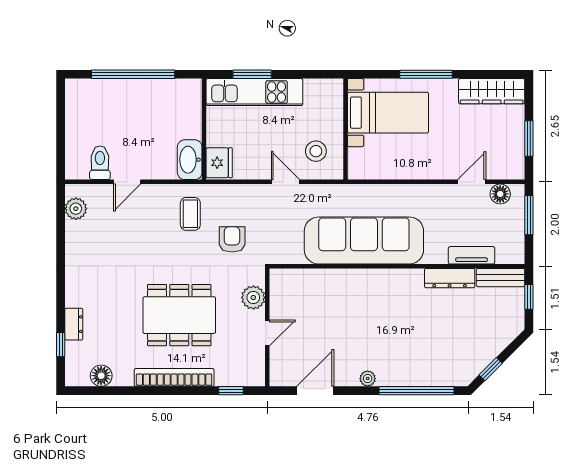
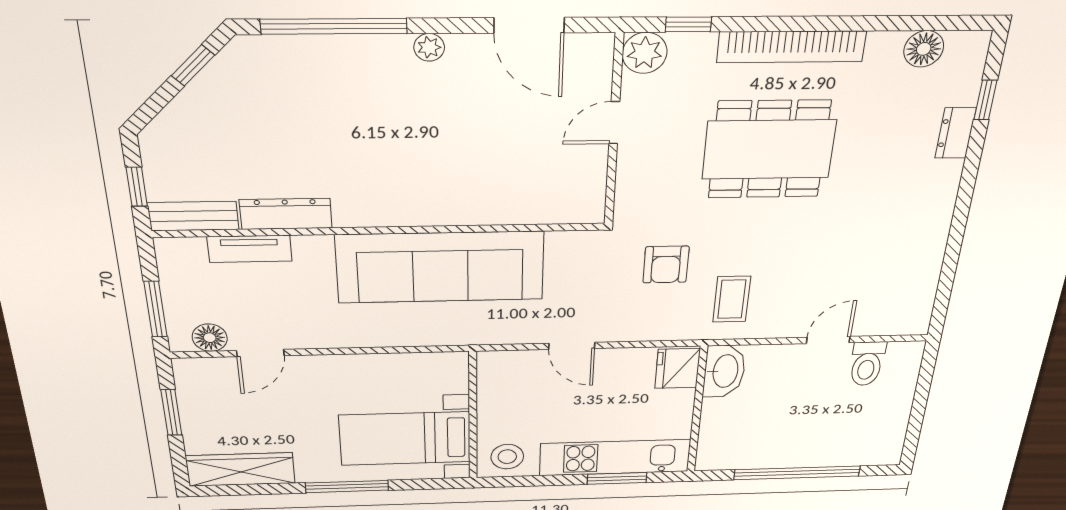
stool: (316, 151) -> (507, 457), moved
plant: (76, 209) -> (917, 302), removed
plant: (253, 298) -> (645, 53), moved
door: (315, 391) -> (529, 25), hinge flipped

